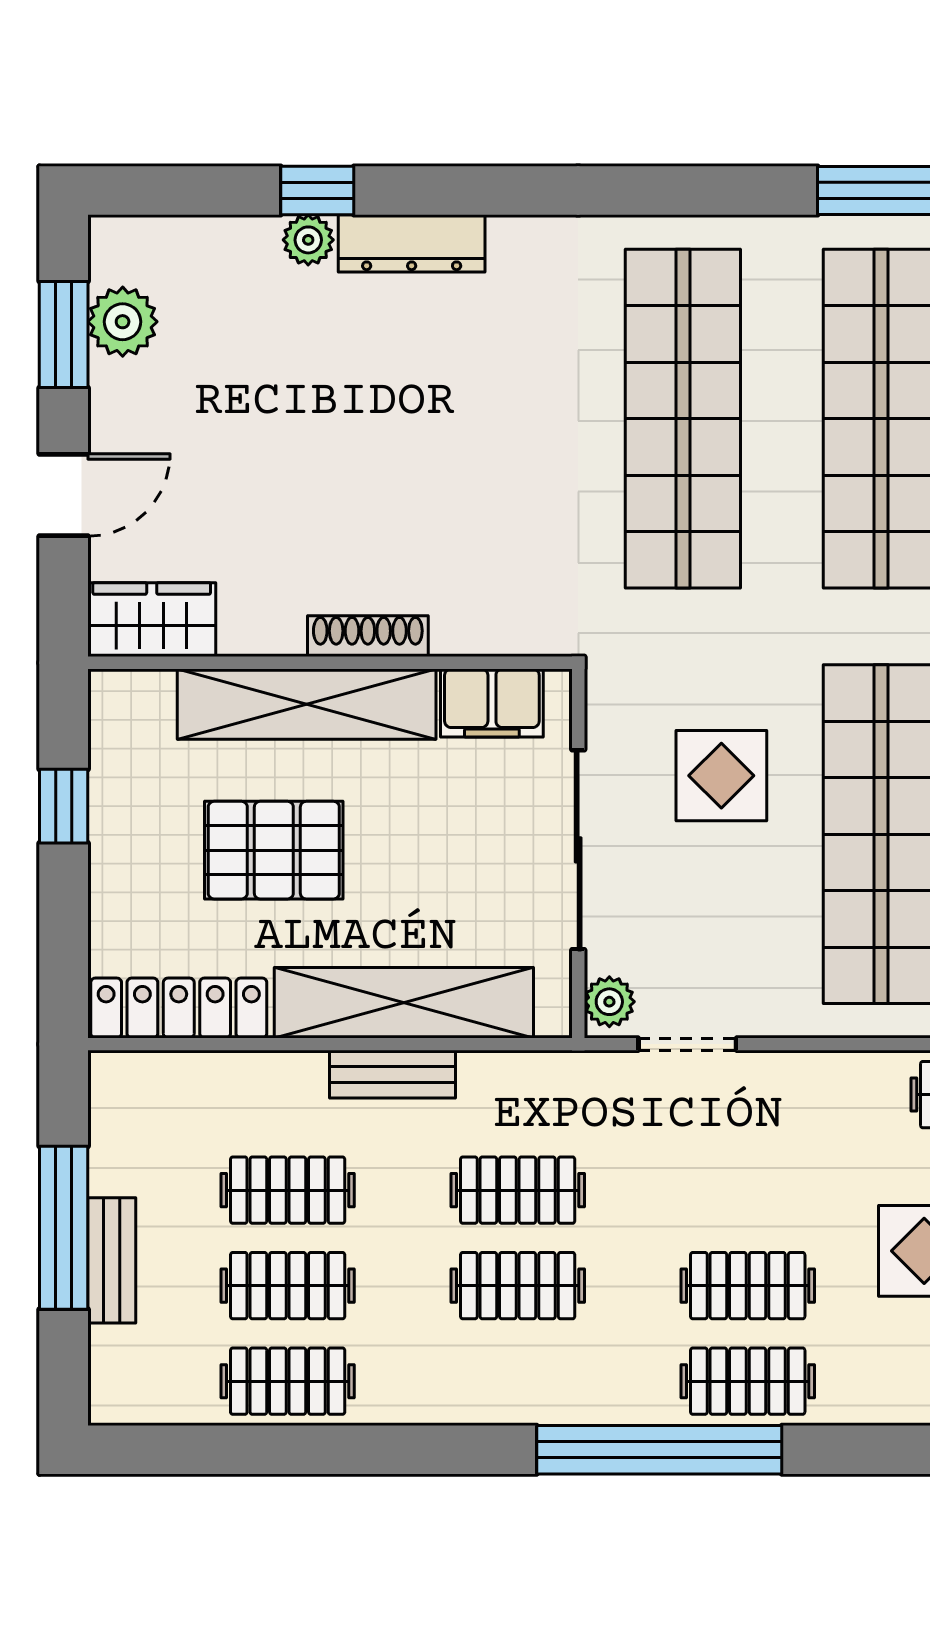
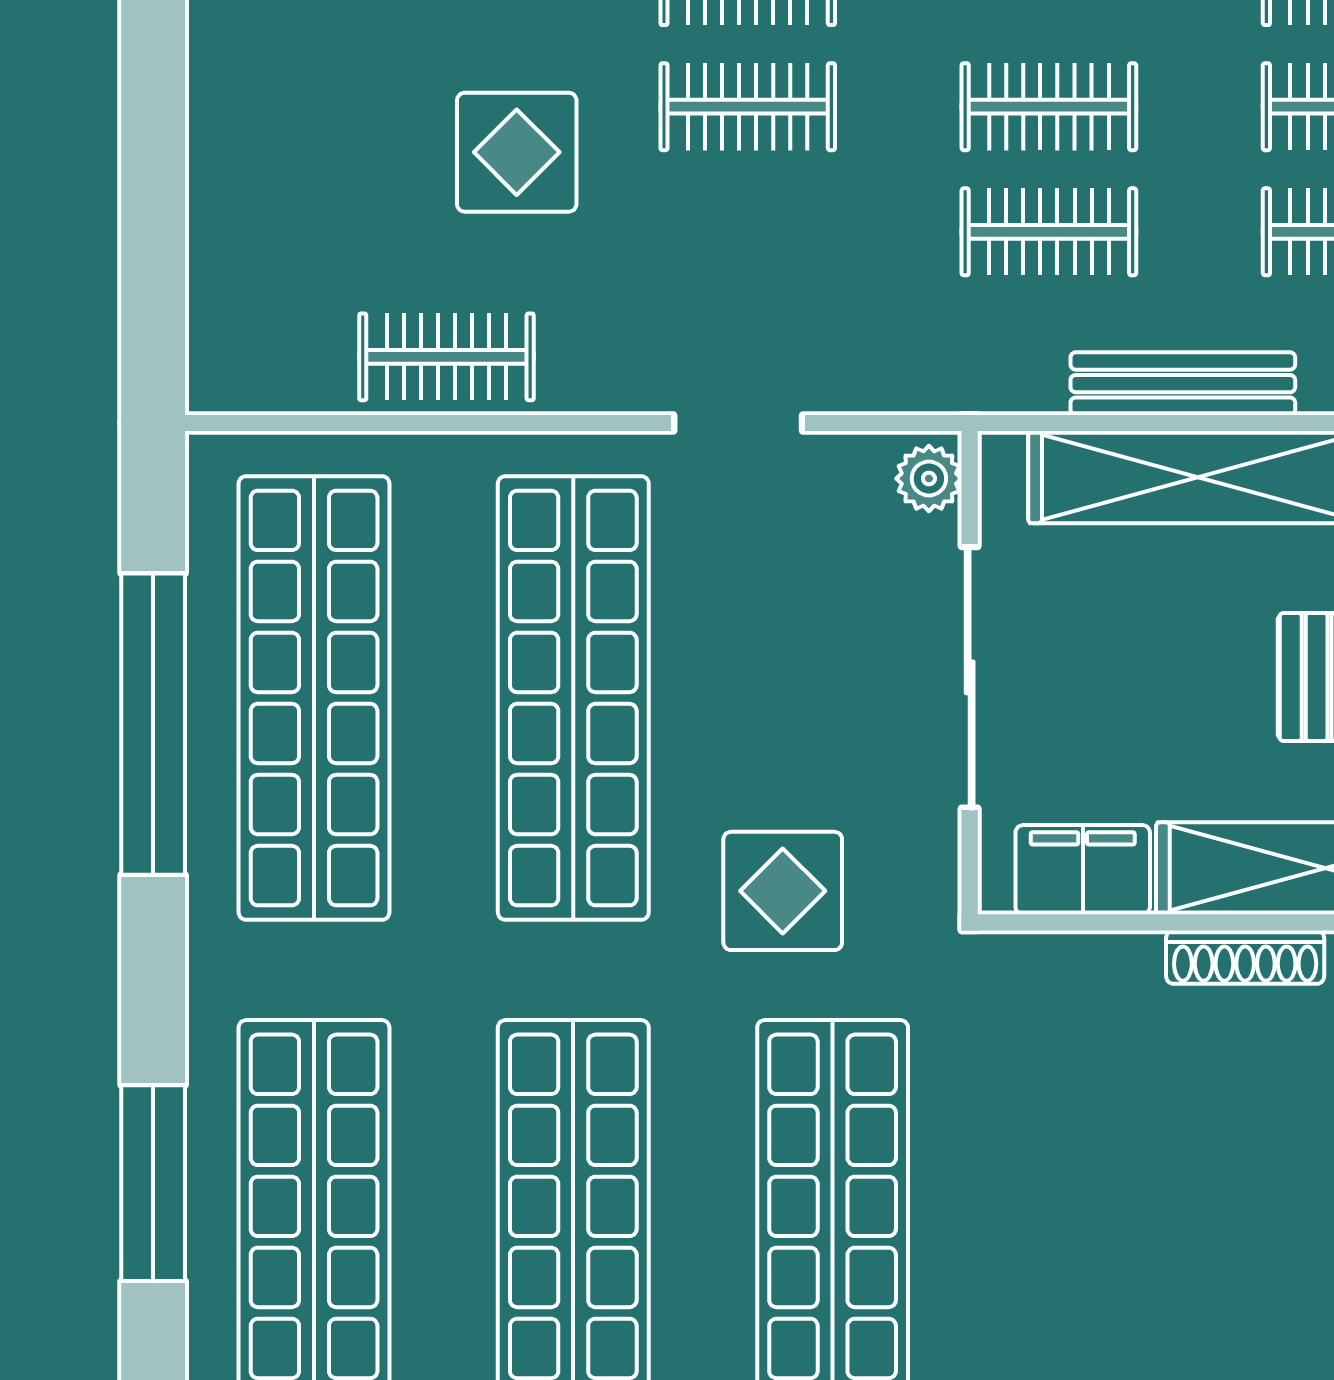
display table: (721, 776) -> (783, 891), moved
doorway: (687, 1044) -> (738, 423), moved
bench: (393, 1074) -> (1183, 384), width x1.36

